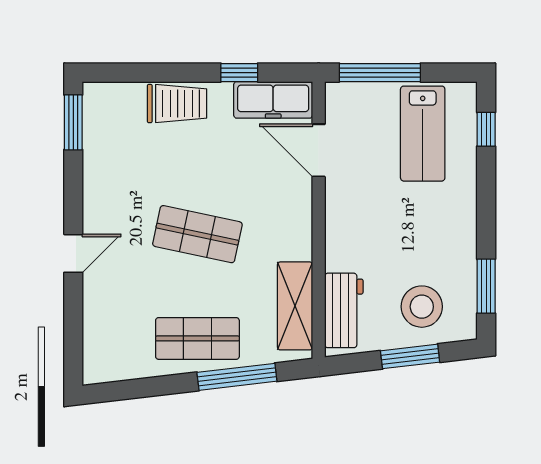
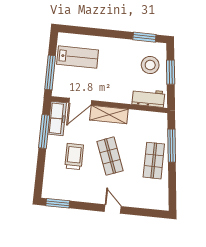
window: (239, 73) -> (44, 131), width x2.17
trolley: (177, 104) -> (74, 157), moved
window: (486, 129) -> (79, 30), removed
shop shelf: (197, 234) -> (110, 156), turned -33
shelving: (295, 306) -> (109, 115), moved

